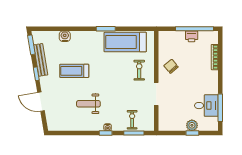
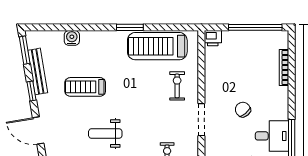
printer: (192, 36) -> (213, 38), moved
chair: (171, 66) -> (243, 110), moved

